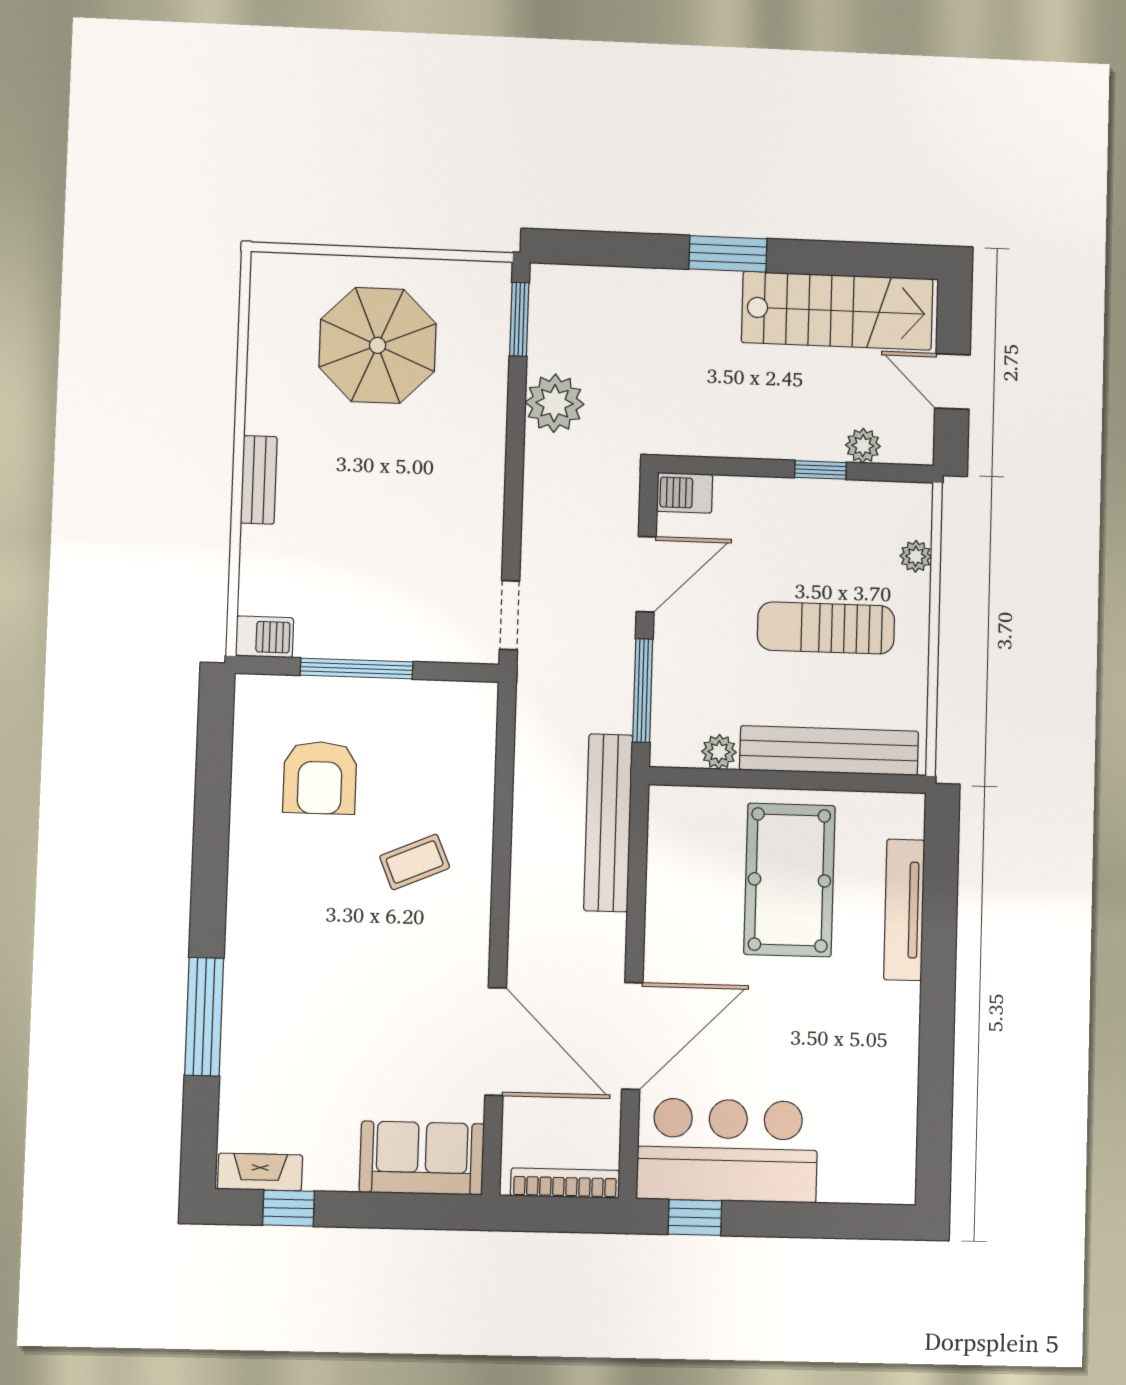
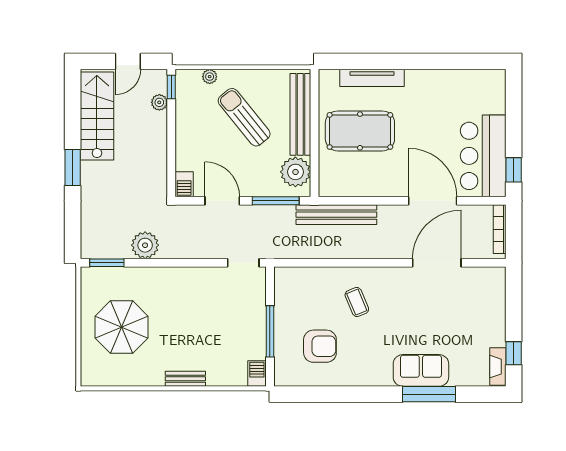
window: (820, 470) -> (171, 87), moved
sun lounger: (826, 628) -> (244, 117), turned 141
plant: (719, 752) -> (295, 172), width x1.87, depth x1.87
sofa: (422, 1158) -> (421, 370), moved, turned 90

